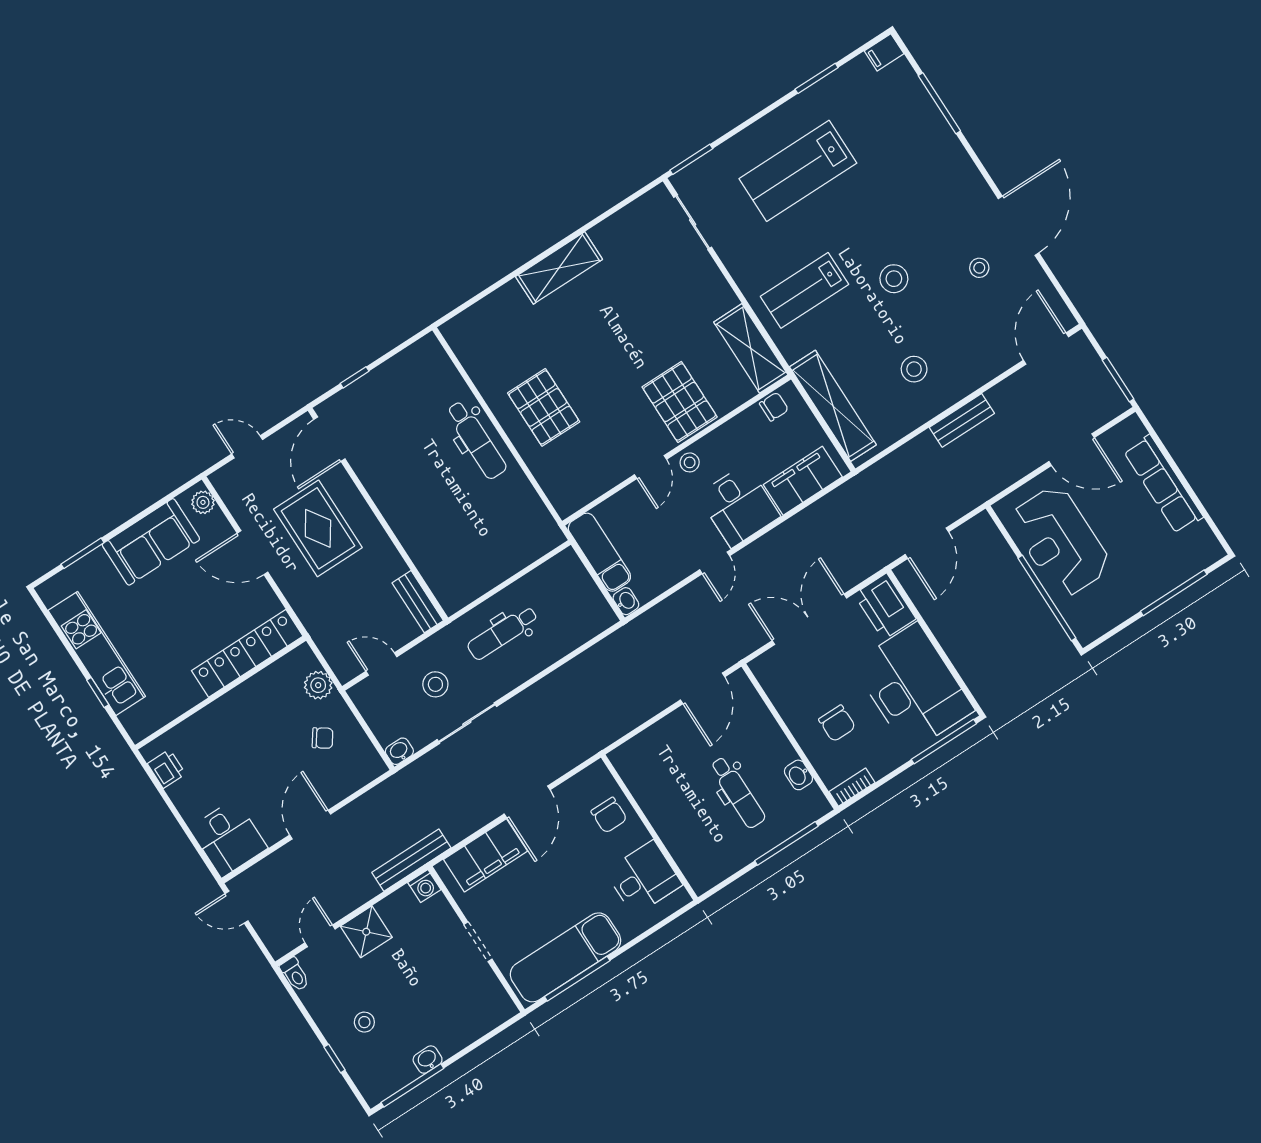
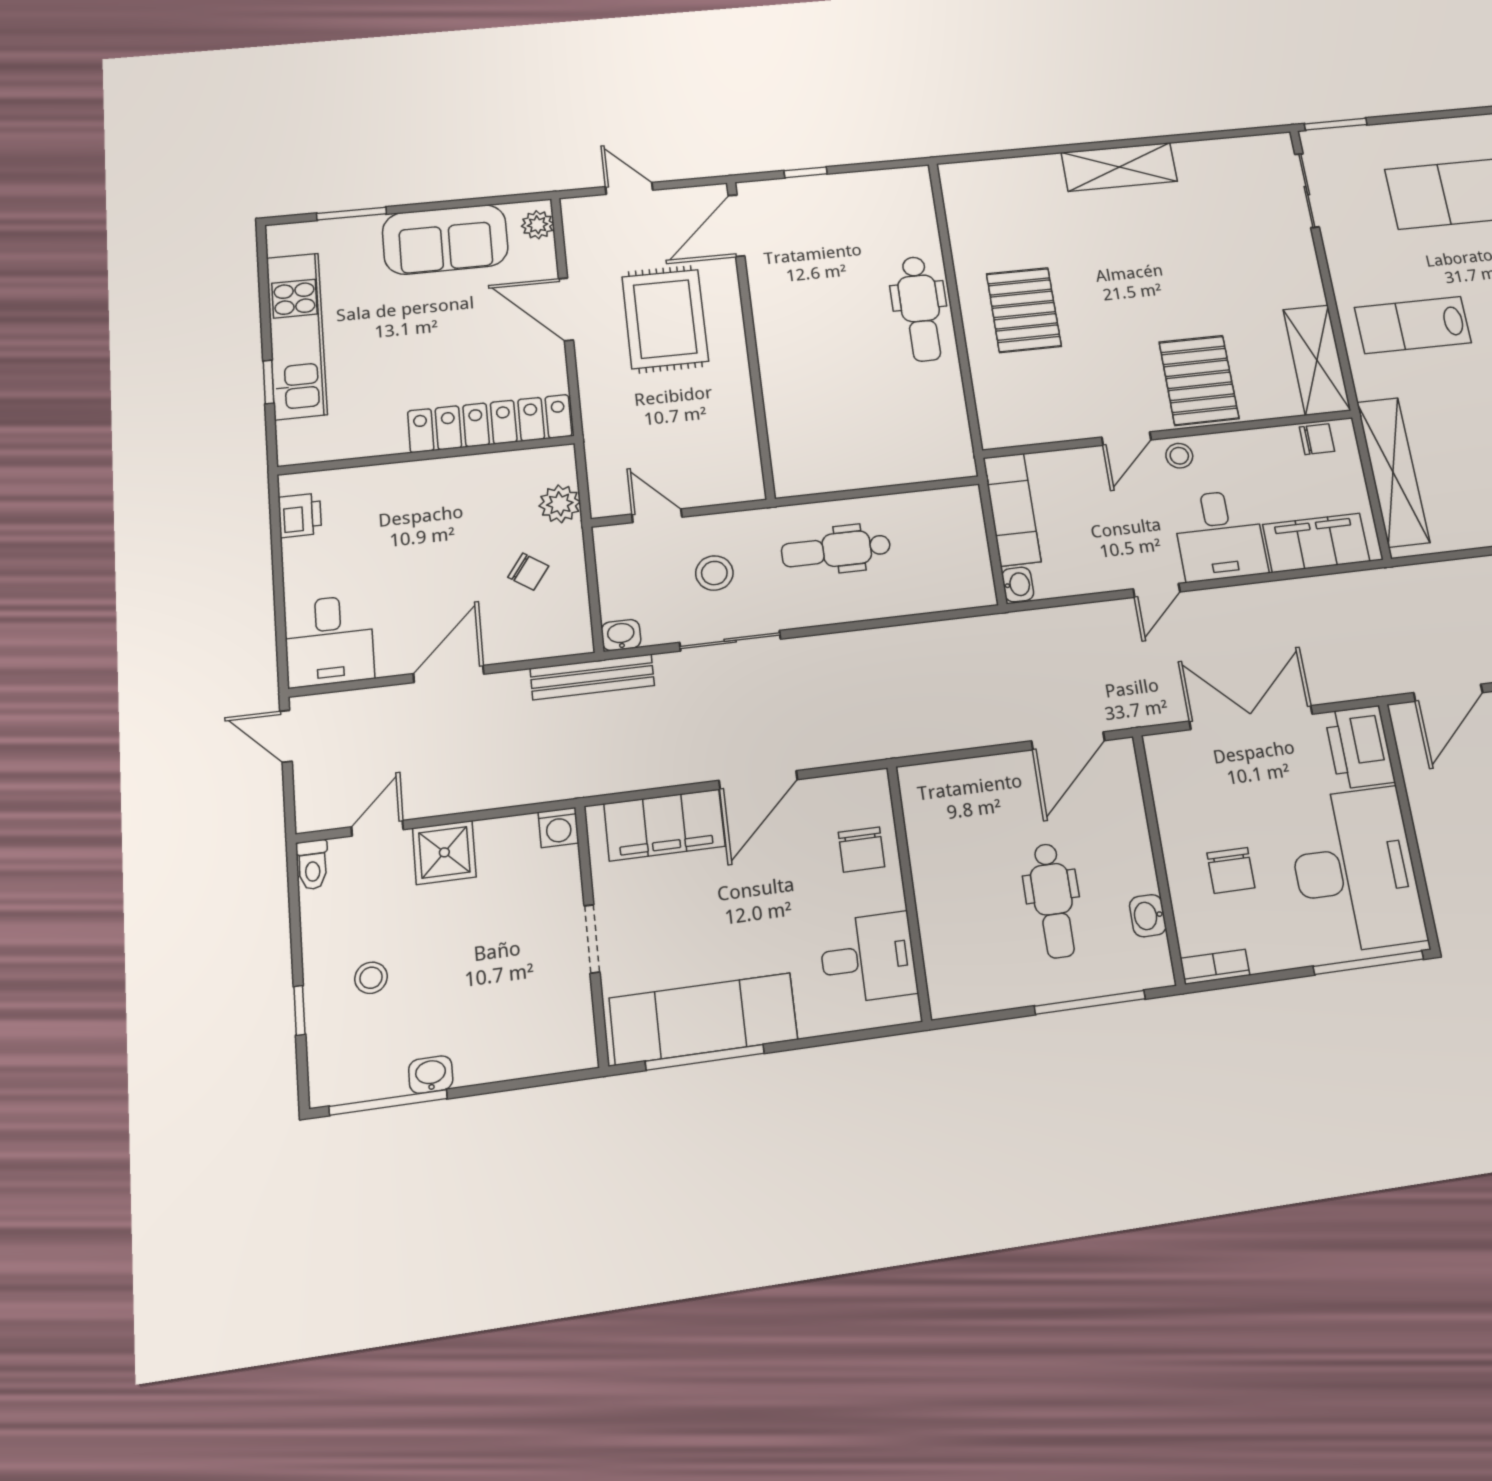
bench: (418, 602) -> (745, 462), removed
bench: (411, 860) -> (592, 677), moved

